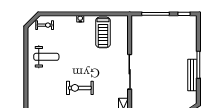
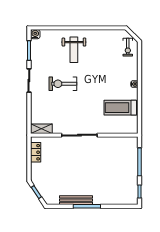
weight bench: (46, 57) -> (74, 50), moved
exercise bike: (80, 88) -> (63, 84), turned -90

